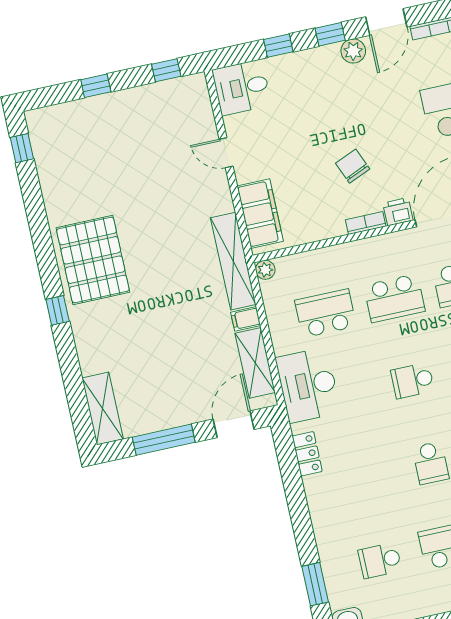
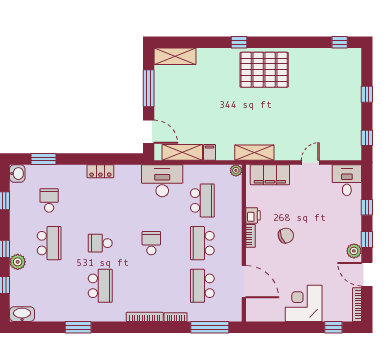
printer: (398, 212) -> (253, 215), moved
shelving: (233, 261) -> (254, 153), width x0.68
locker: (307, 454) -> (100, 171), moved

